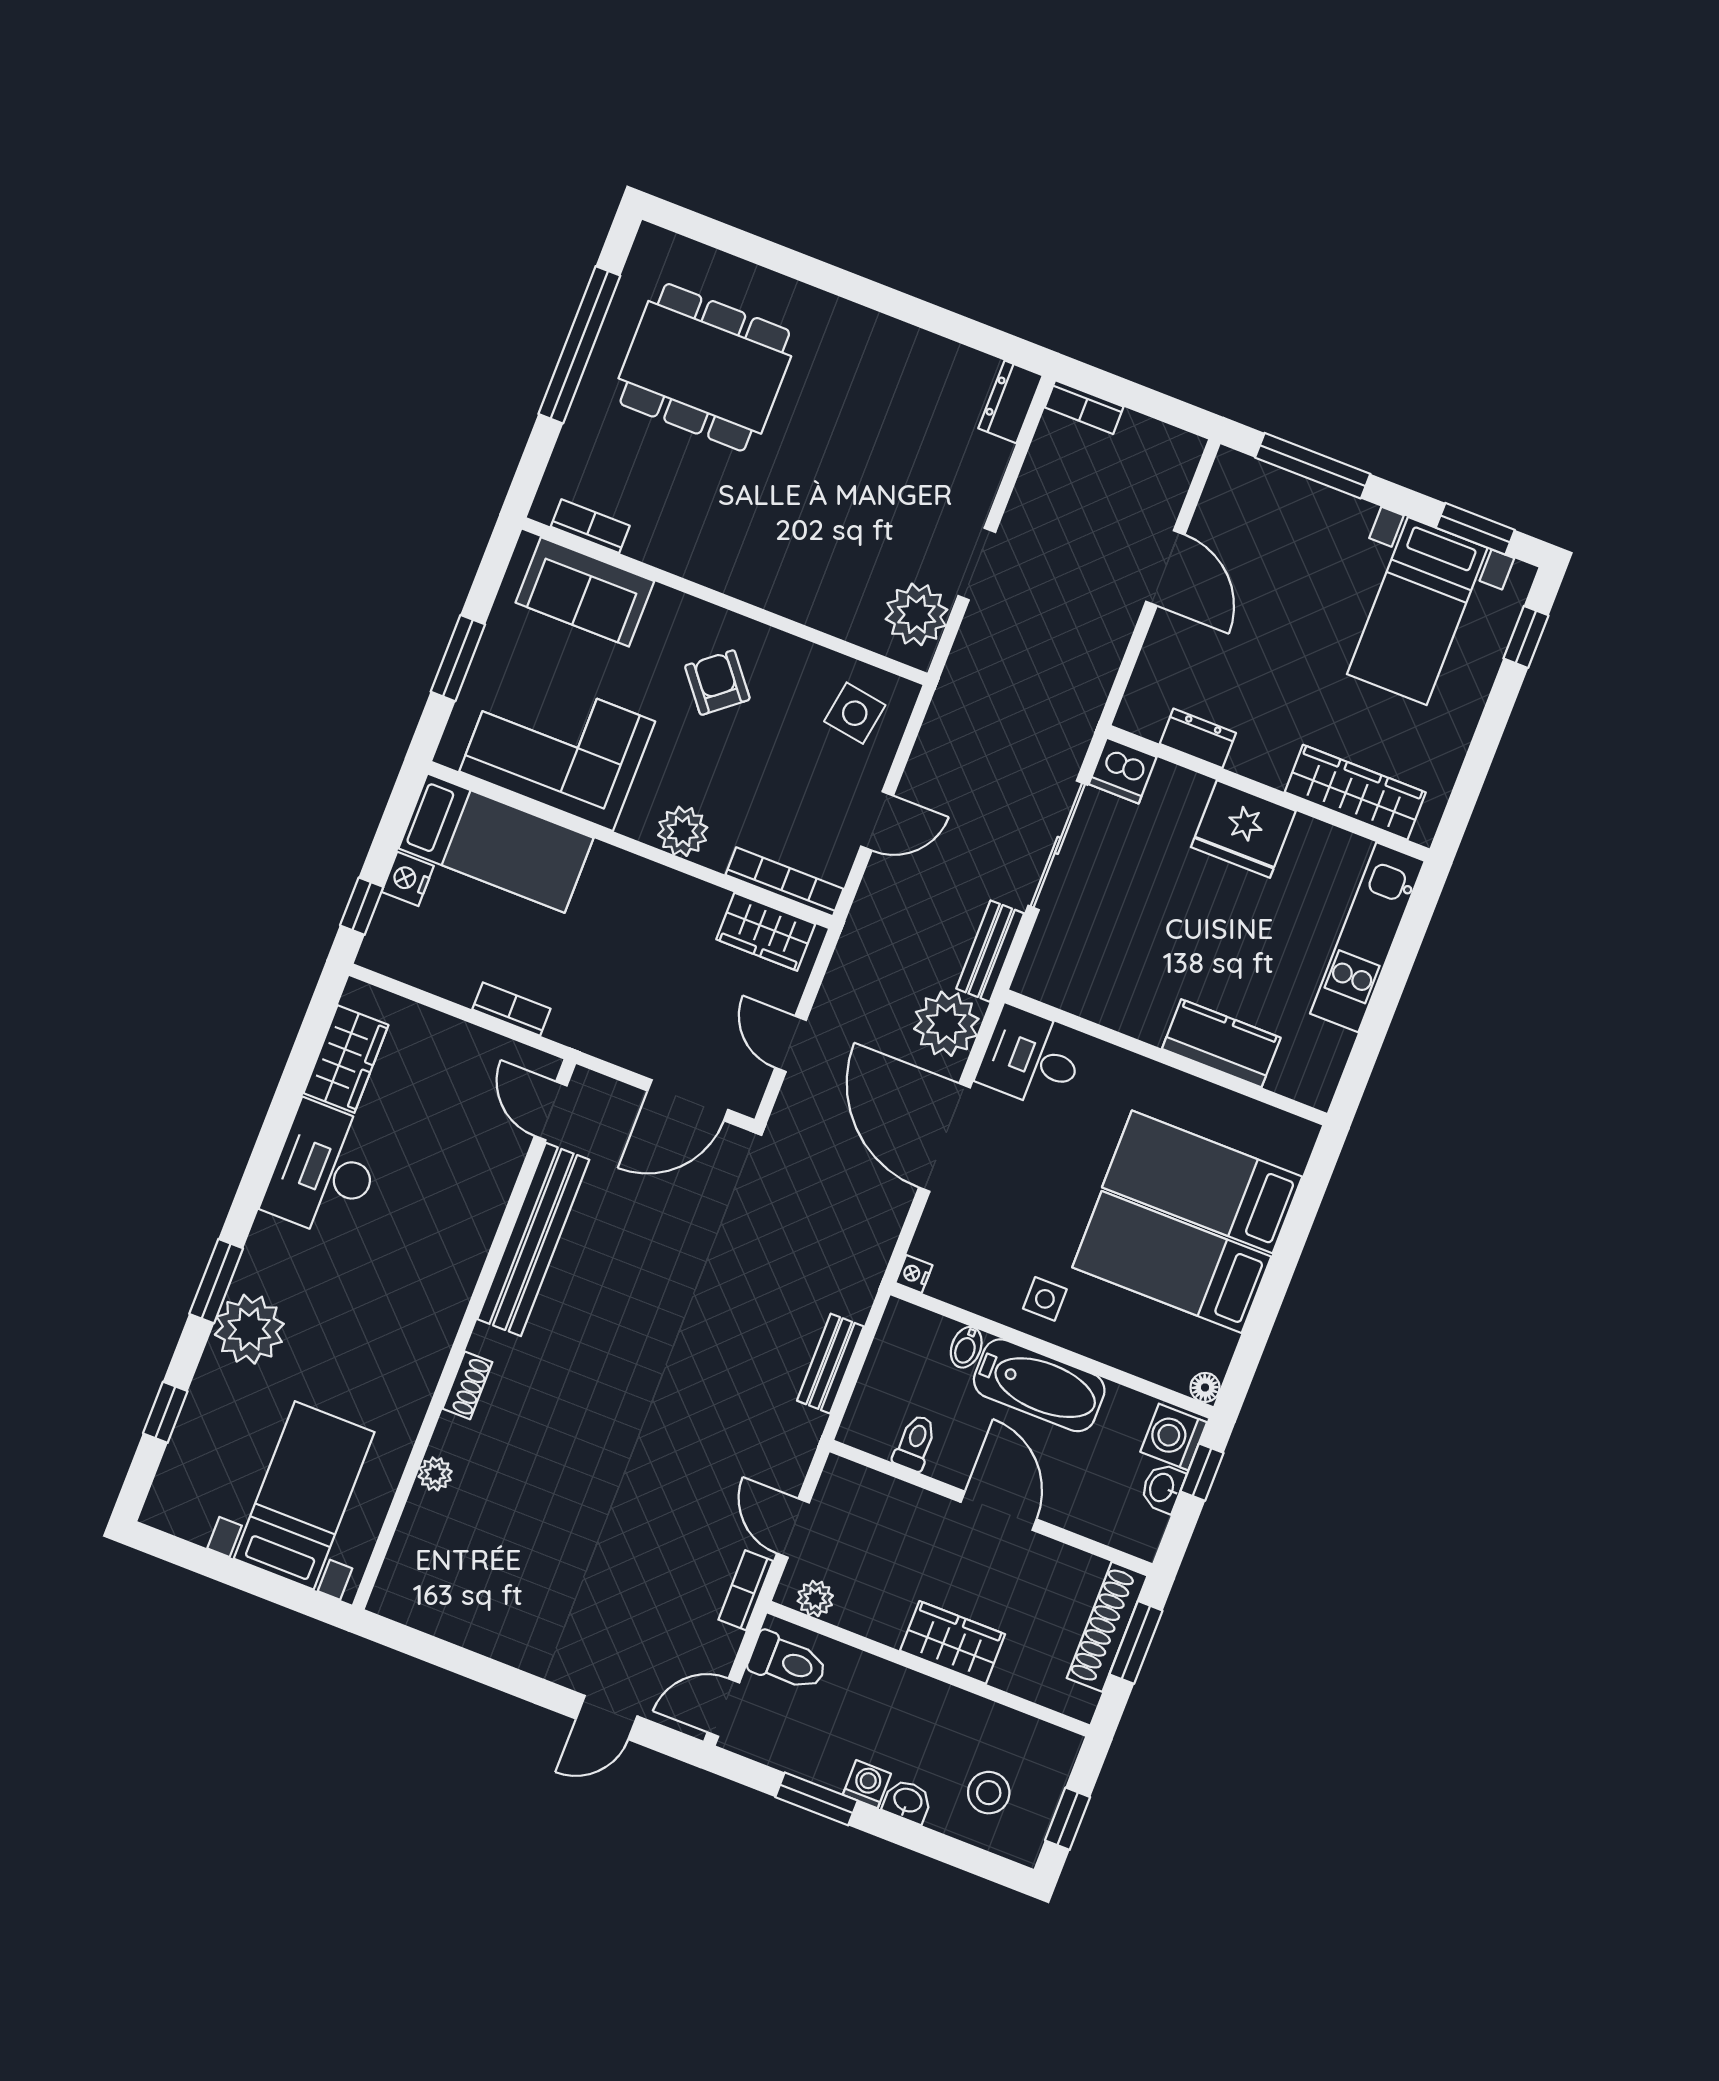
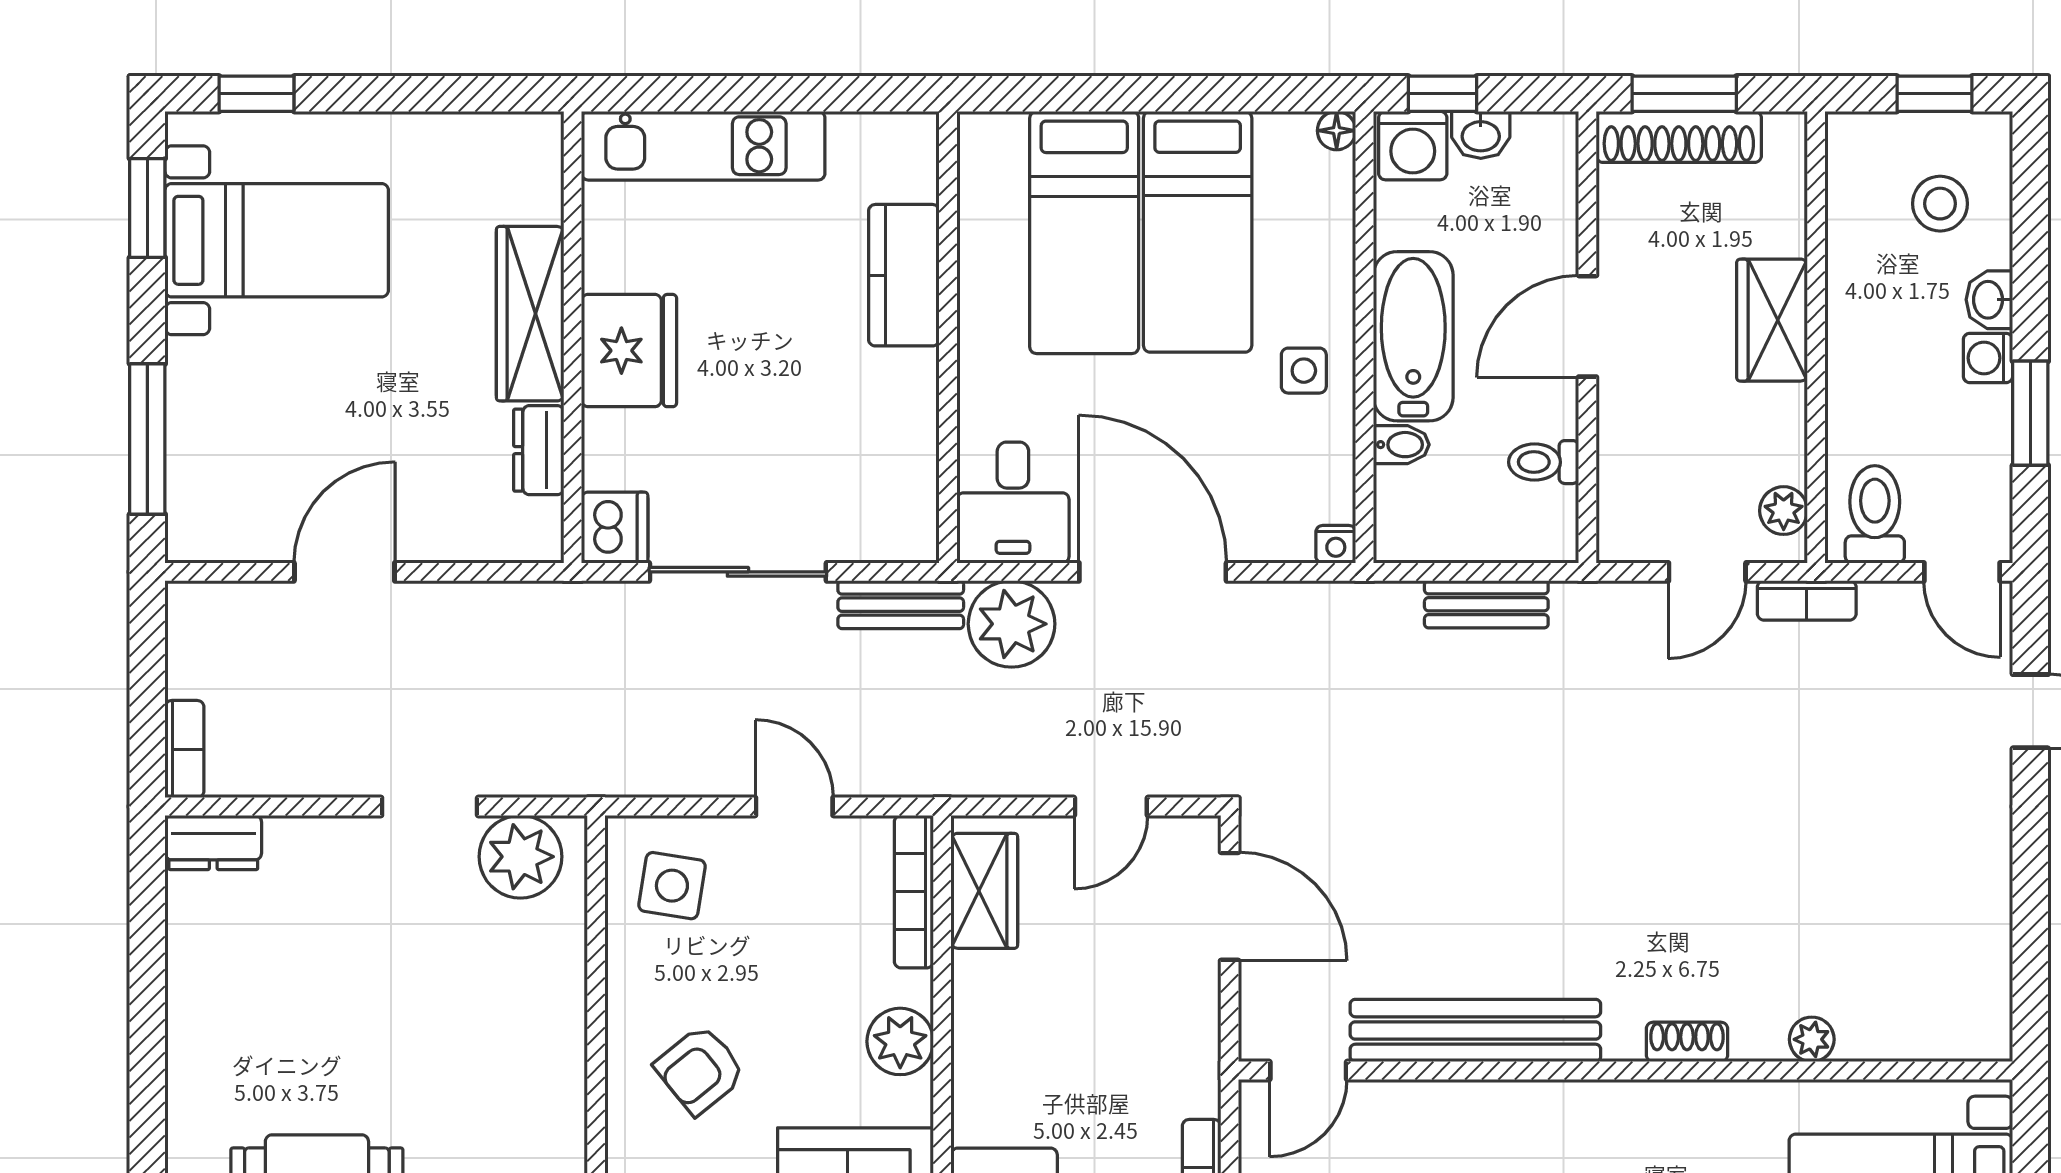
wardrobe: (1355, 792) -> (530, 314), moved
door: (944, 1137) -> (1153, 572), swing flipped

